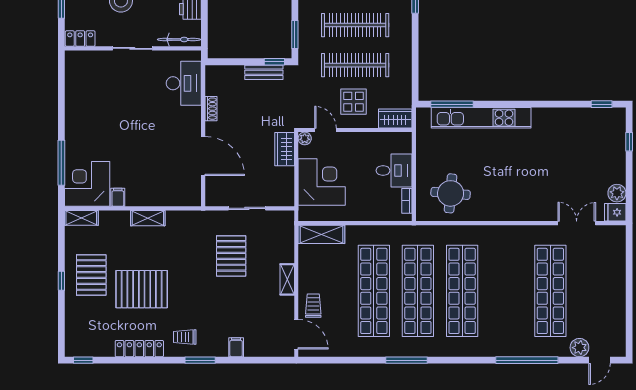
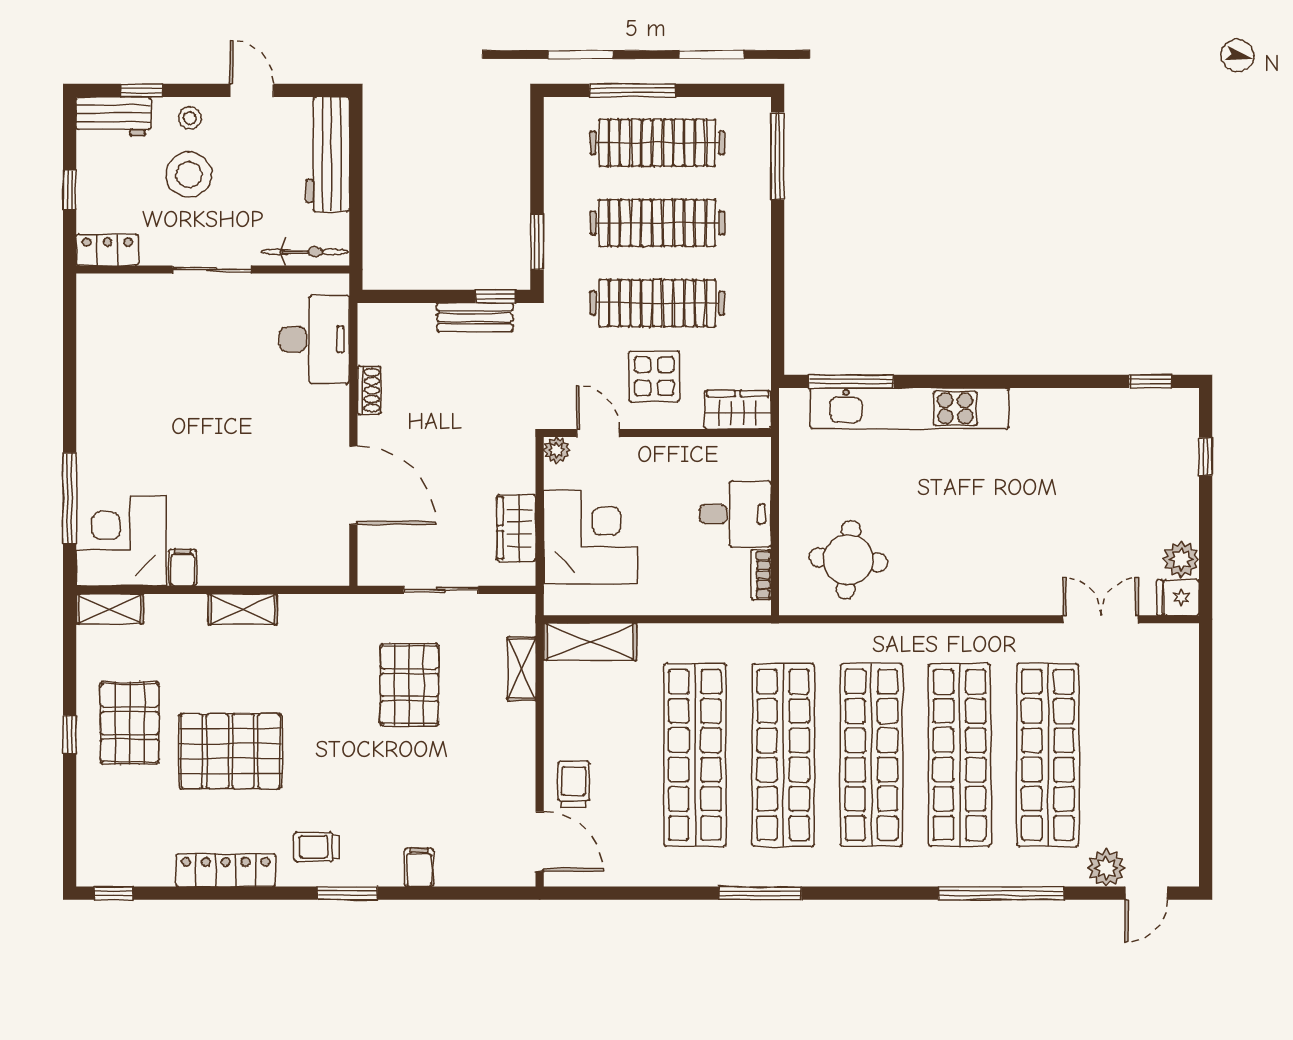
wardrobe: (285, 149) -> (516, 528), moved
shelving: (287, 279) -> (521, 669), moved
shop shelf: (506, 291) -> (960, 755), added

